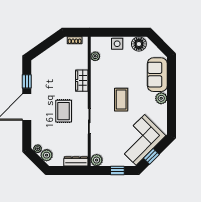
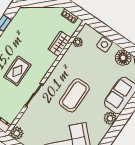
wardrobe: (82, 81) -> (60, 44), moved
coffee table: (121, 100) -> (74, 95), width x1.36, depth x1.32

